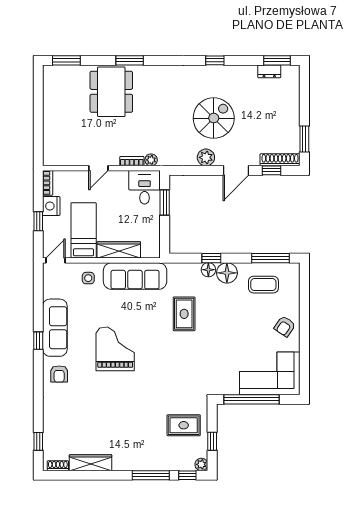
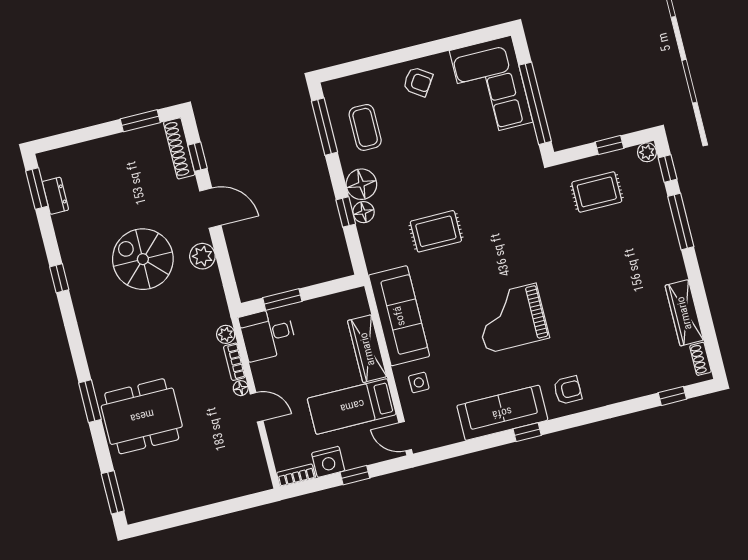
floor lamp: (114, 161) -> (241, 388), added
rug: (184, 425) -> (597, 192), turned 90

